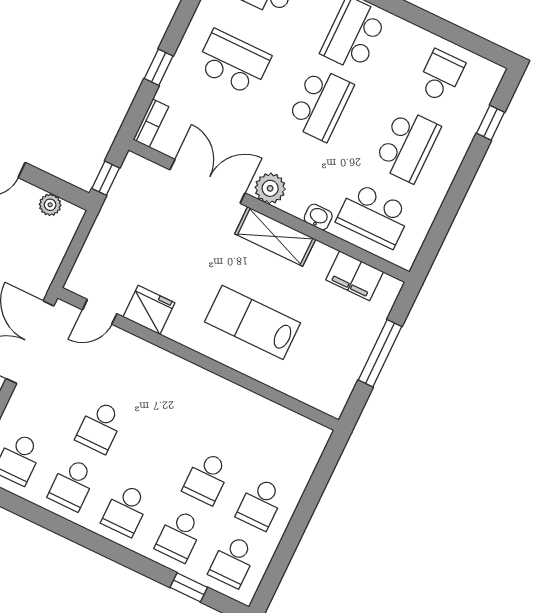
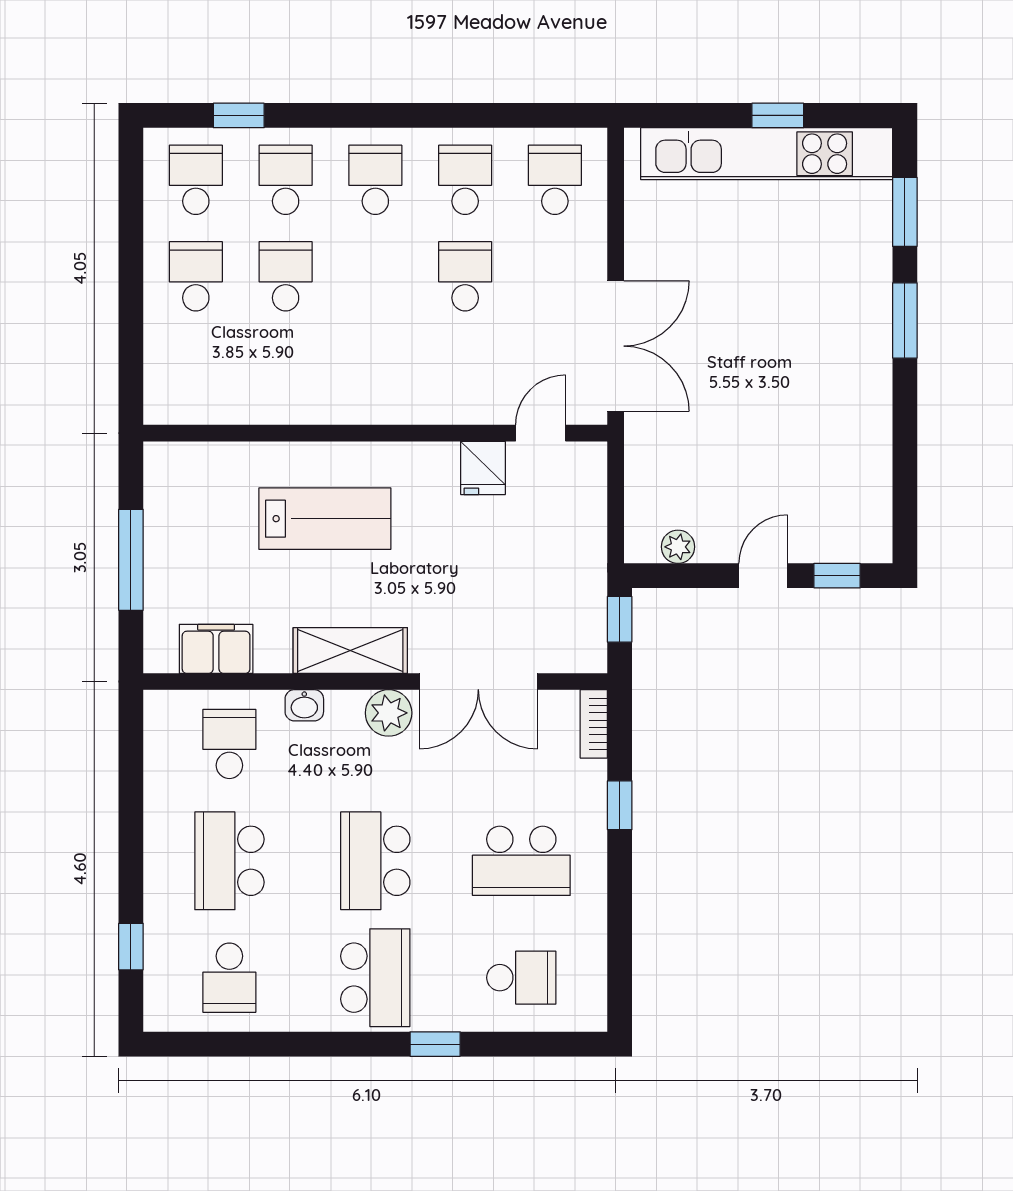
school desk: (374, 215) -> (229, 744), width x0.54
fridge: (149, 310) -> (483, 468), width x0.72

